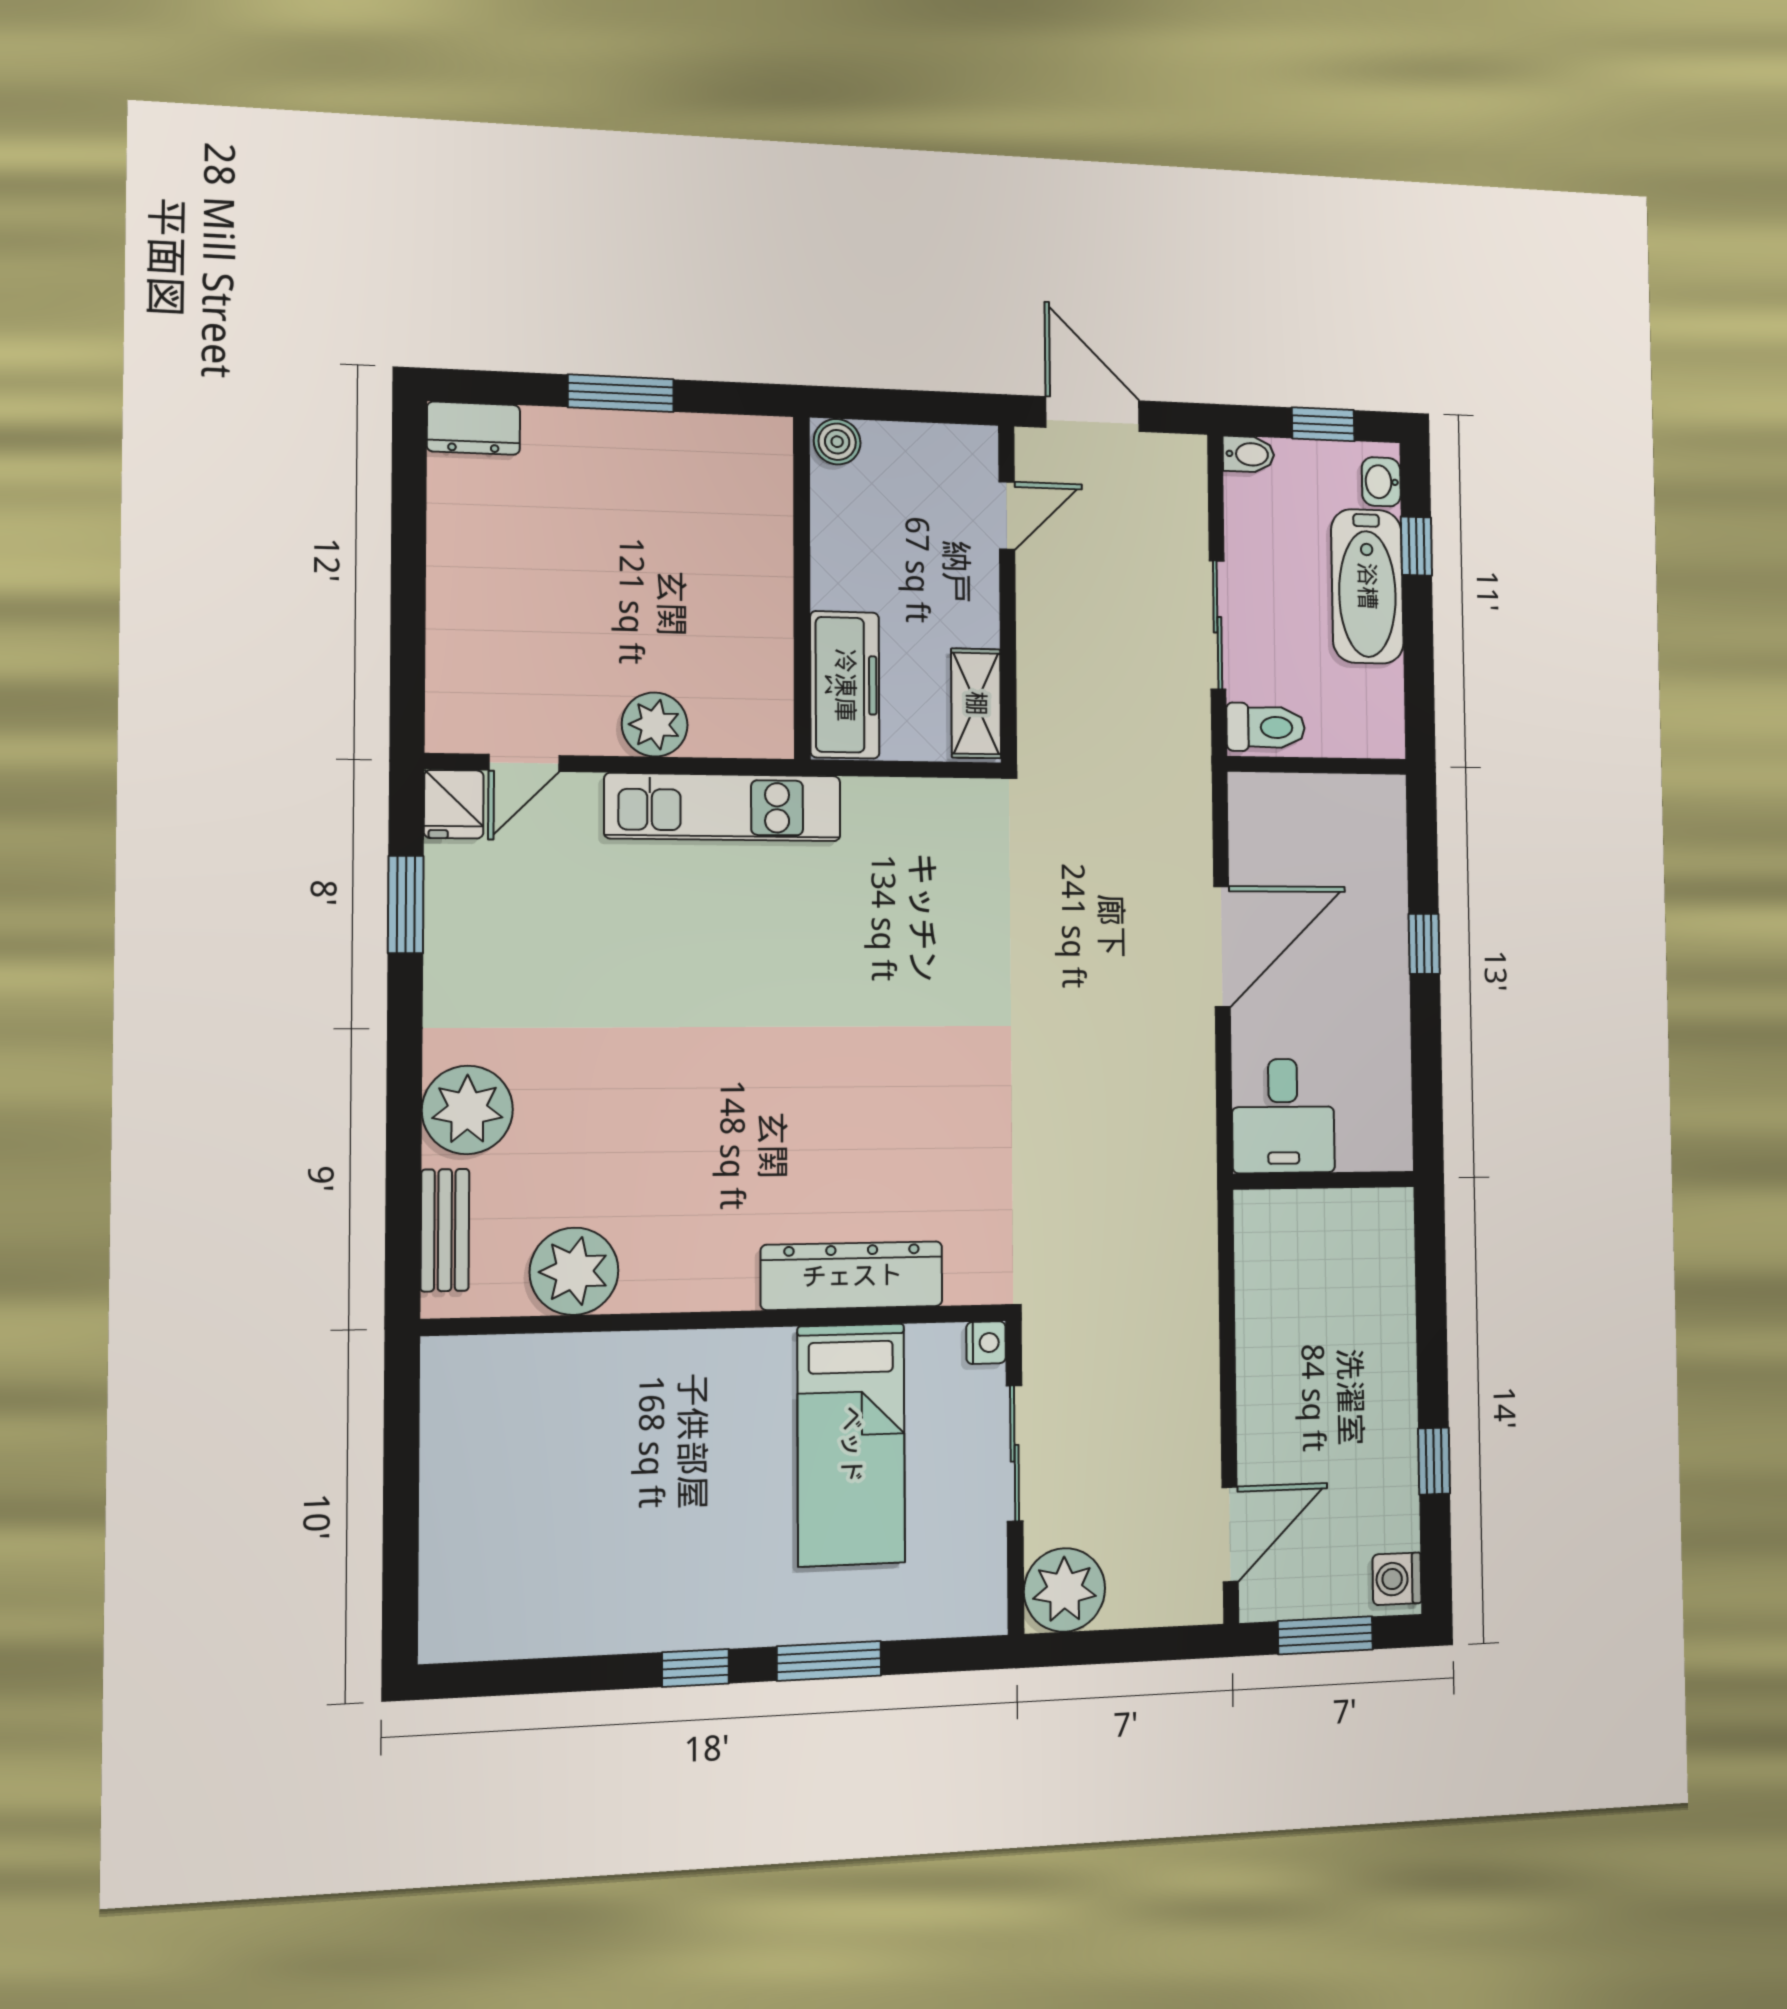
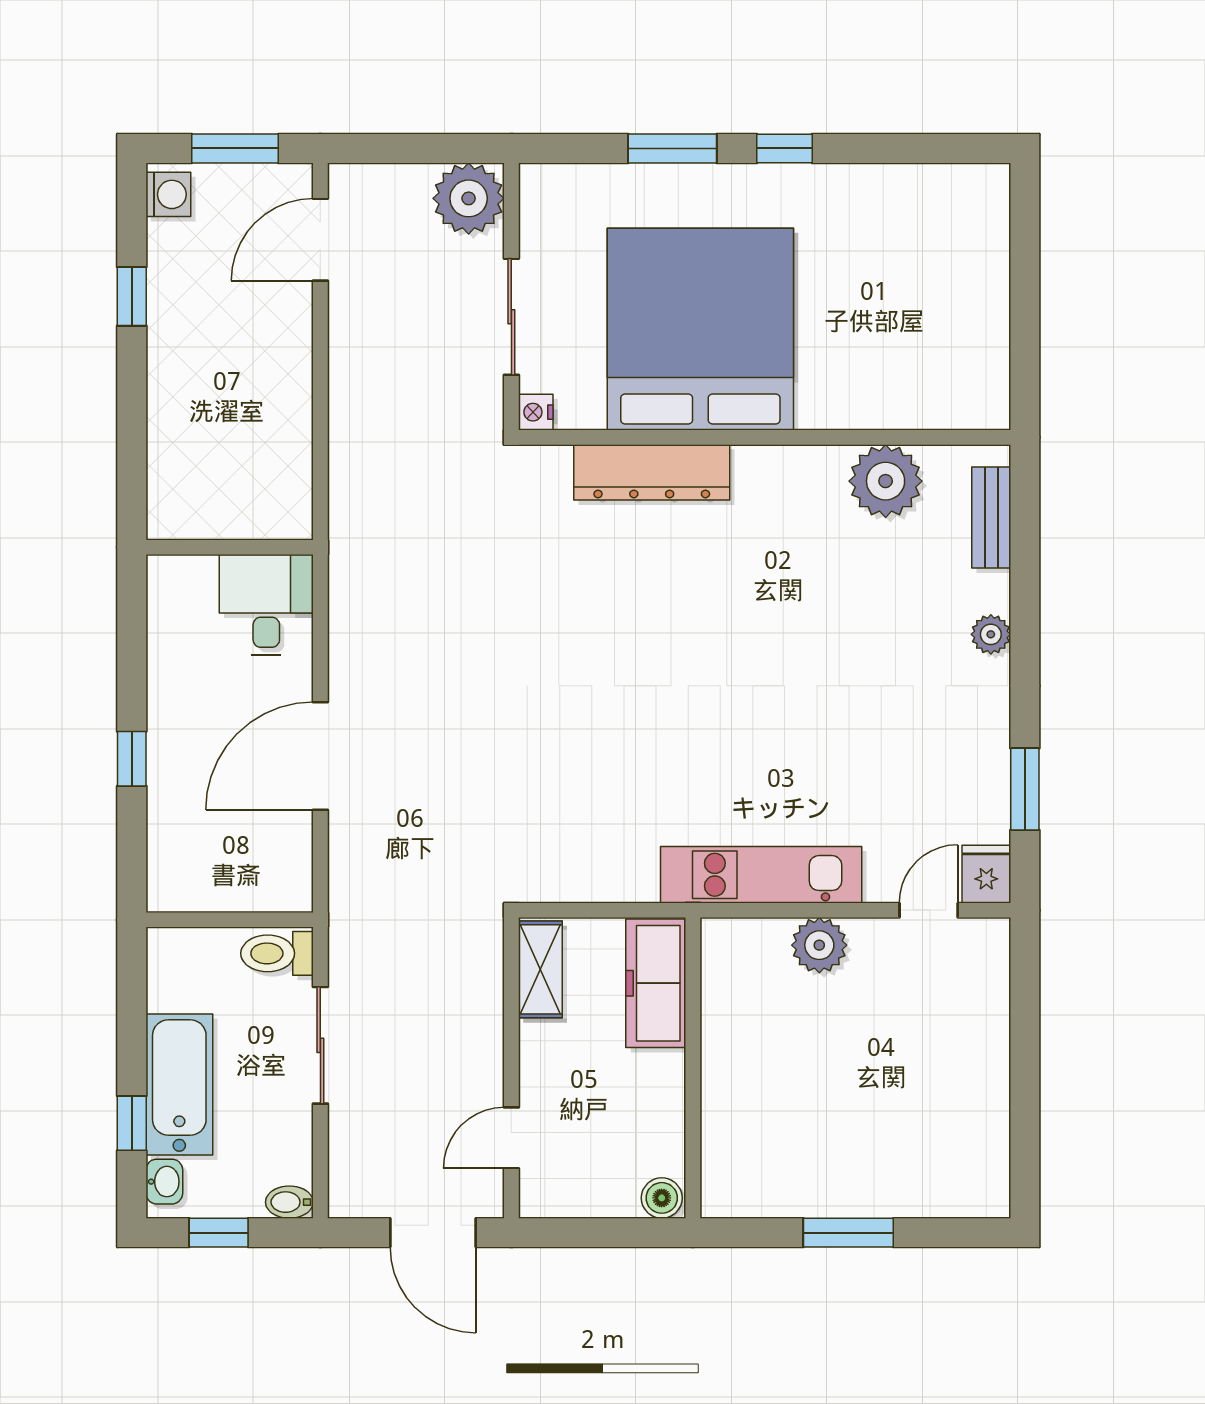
dresser: (473, 428) -> (972, 1197), removed
plant: (467, 1110) -> (991, 634), width x0.53, depth x0.53
bed: (851, 1444) -> (700, 329), width x2.04

